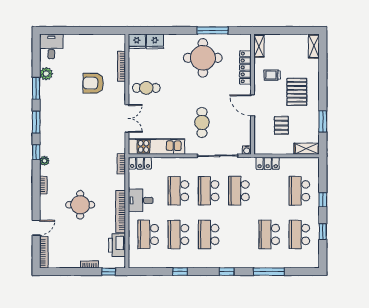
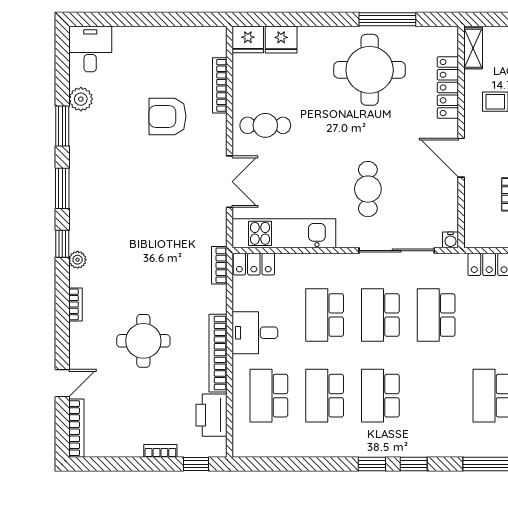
window: (180, 272) -> (372, 464), moved

